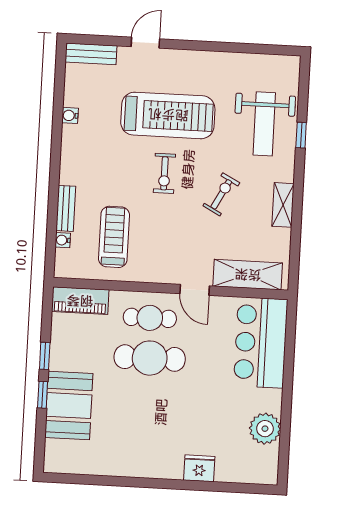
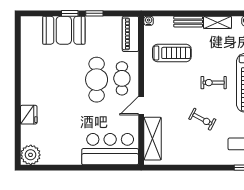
shelving: (283, 205) -> (217, 22), moved
water cooler: (63, 240) -> (149, 21), moved
plant: (265, 429) -> (31, 155), moved

